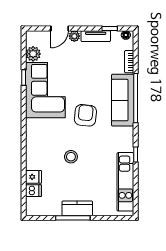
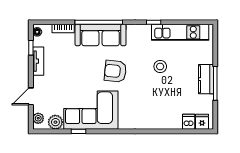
door: (60, 29) -> (31, 96), swing flipped
plant: (74, 36) -> (38, 118), moved
stool: (71, 157) -> (160, 67), moved
fridge: (33, 177) -> (202, 122), moved

